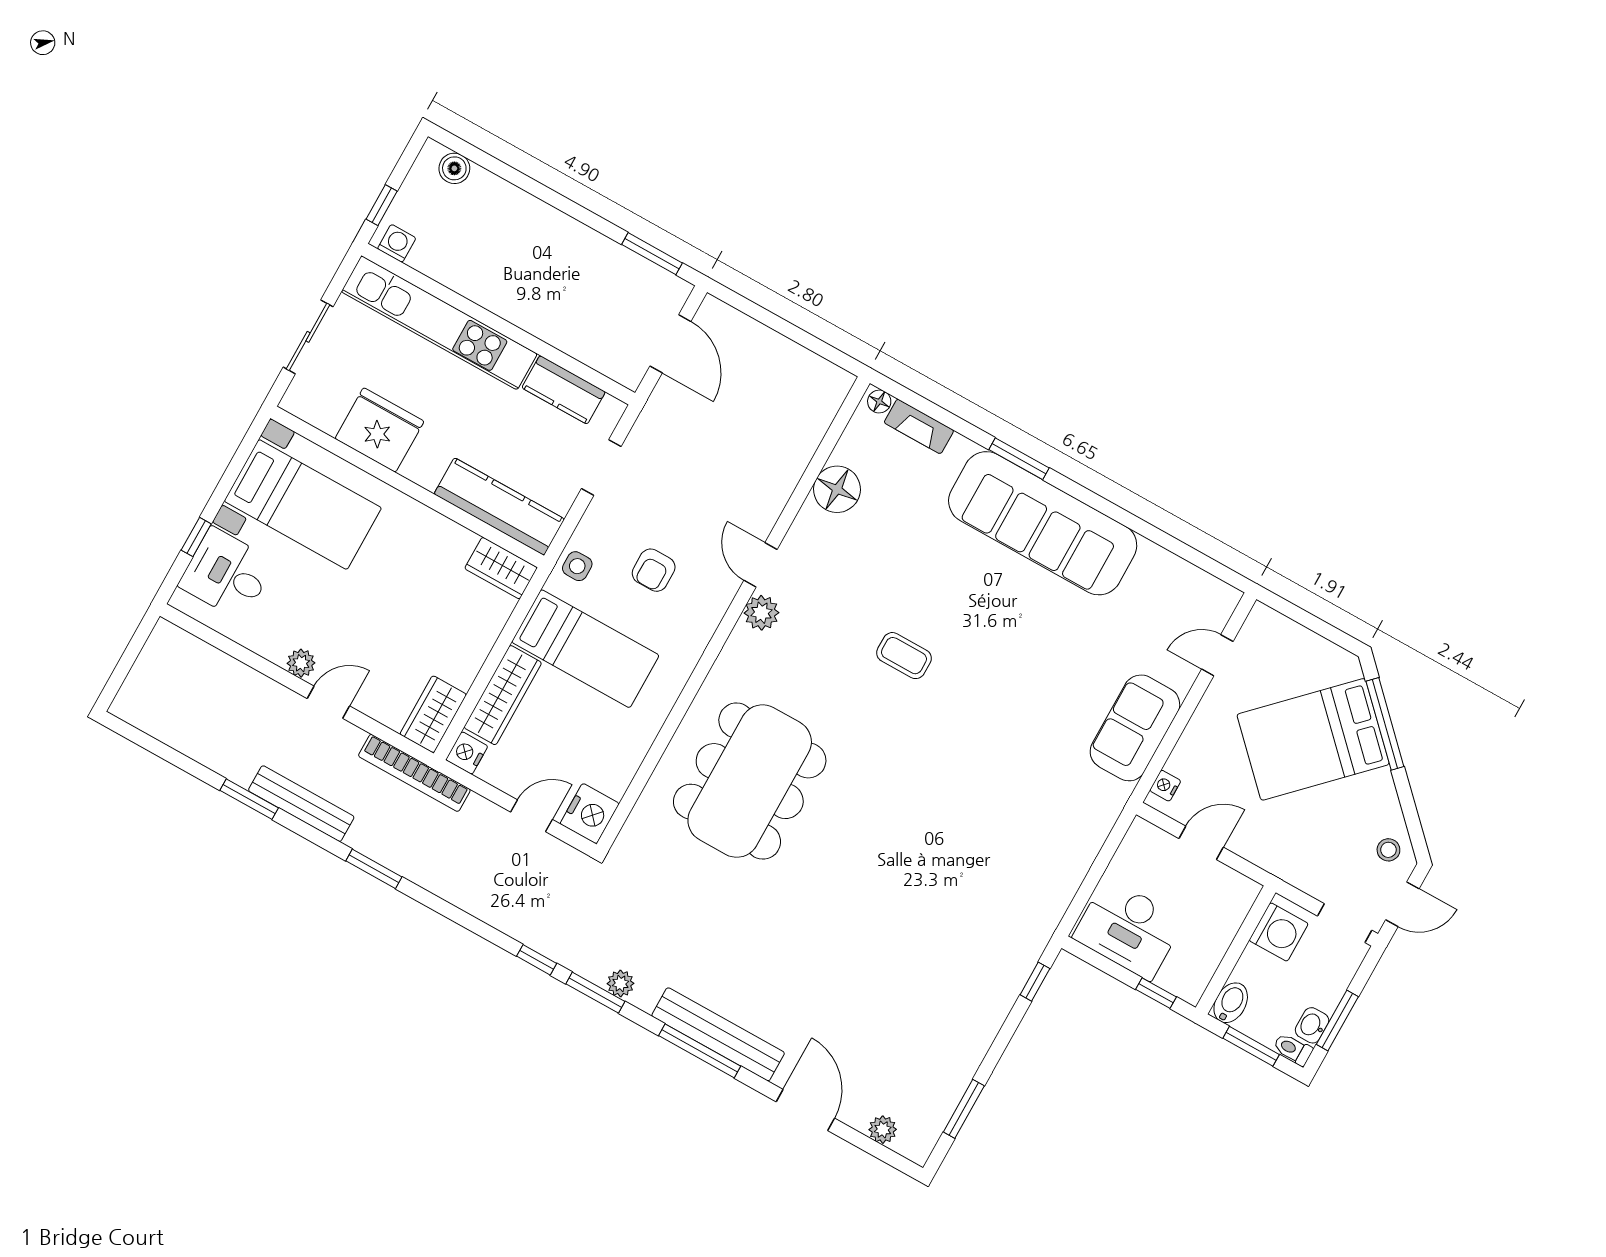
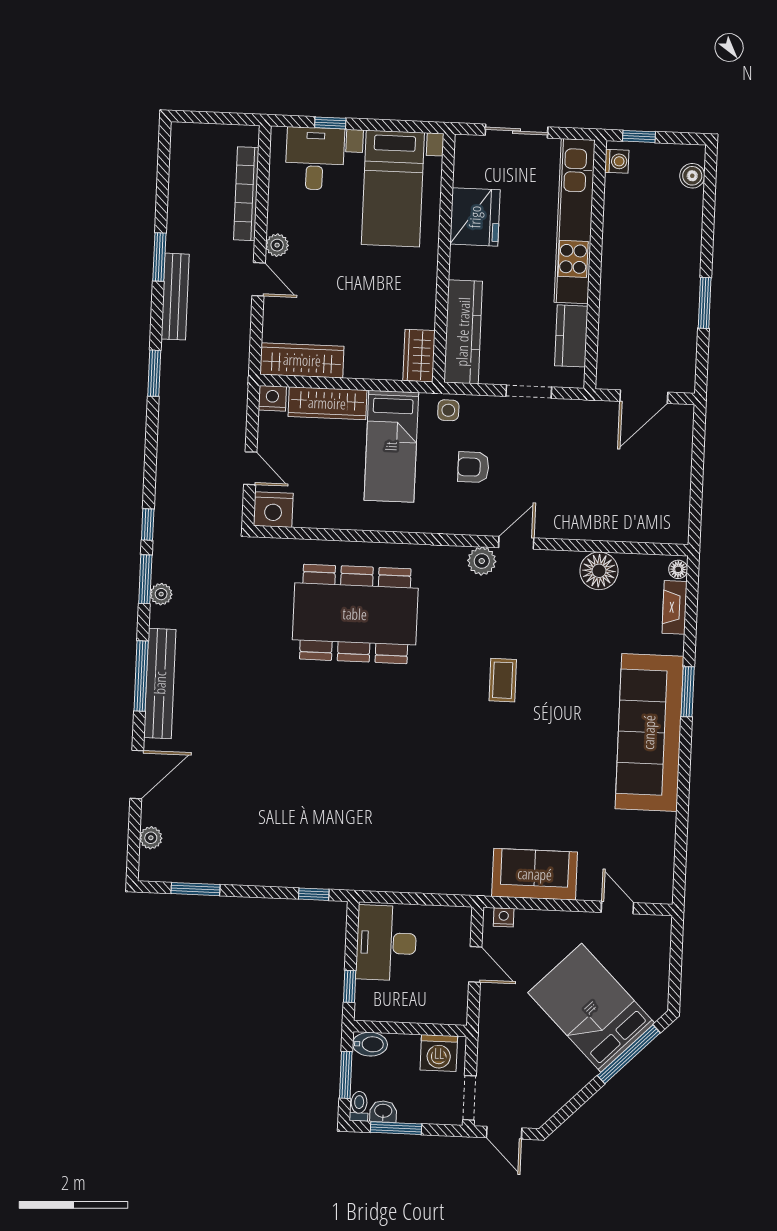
window: (652, 254) -> (705, 303), moved
wardrobe: (433, 714) -> (302, 360), width x1.50
bookcase: (414, 773) -> (246, 194), moved
stool: (1388, 850) -> (539, 1103), removed

